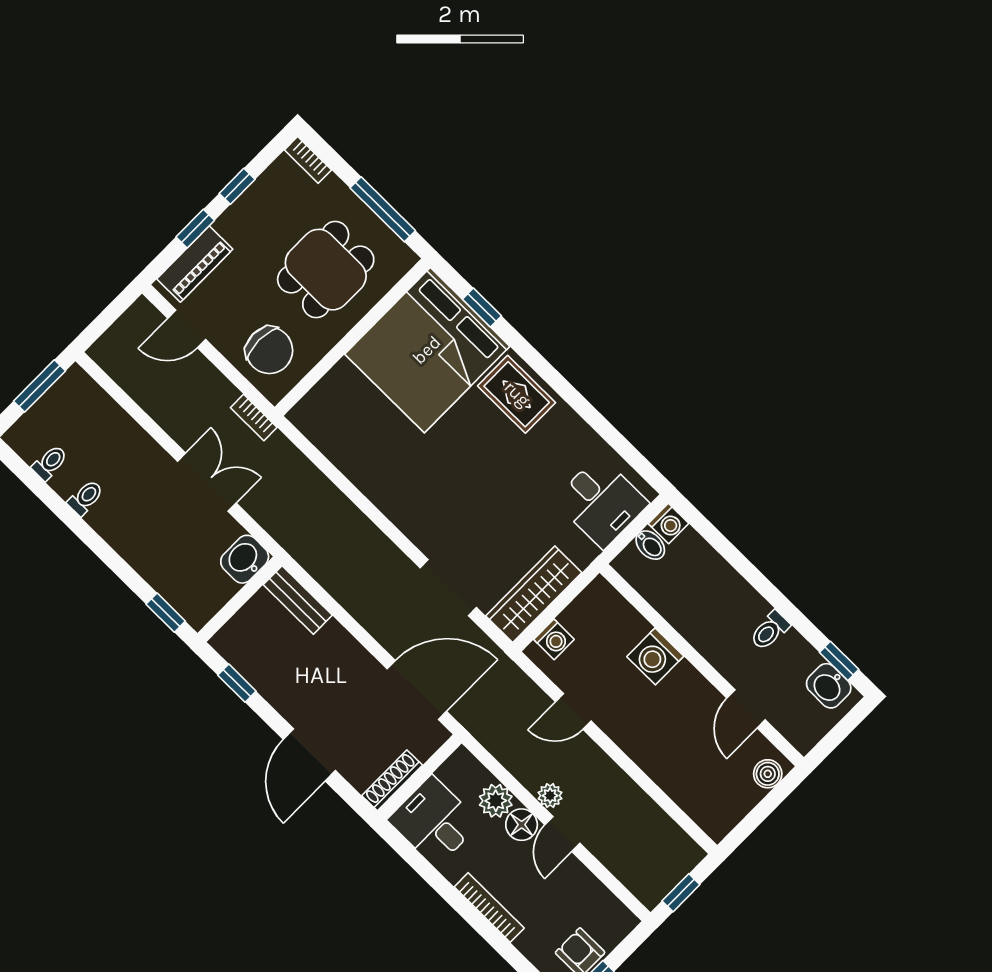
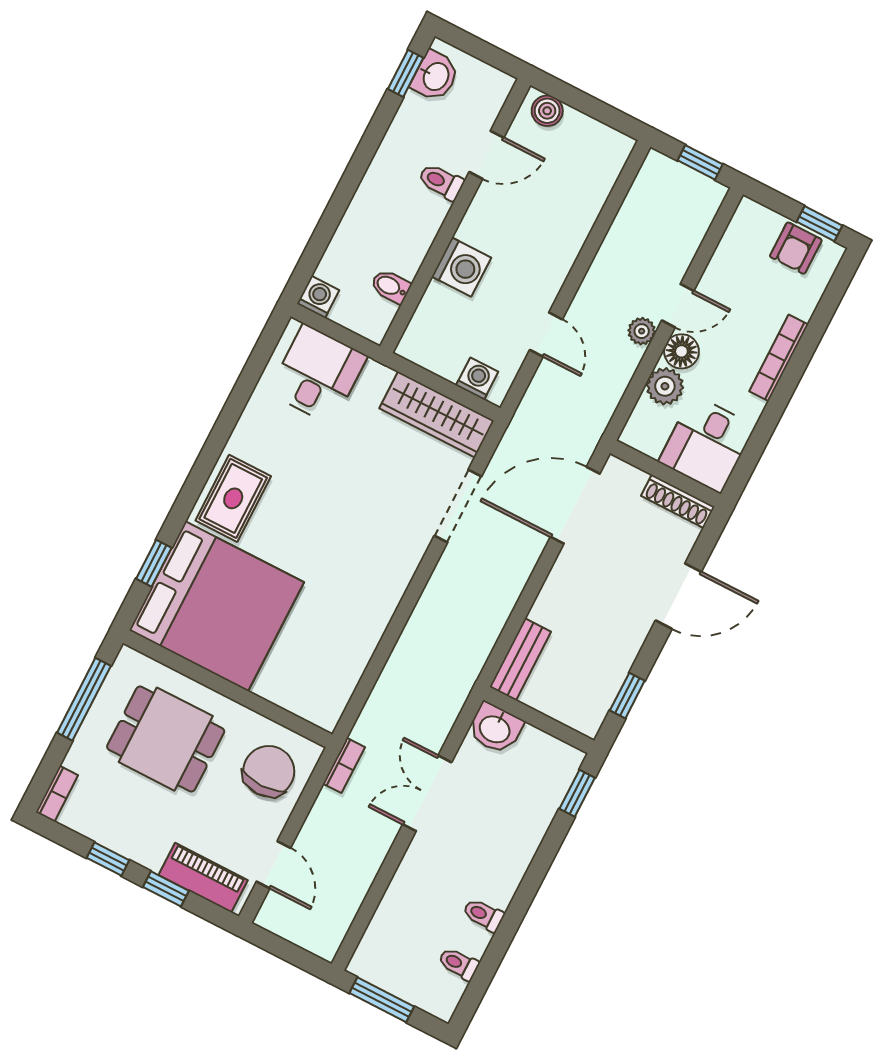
bidet: (650, 545) -> (391, 286), moved, turned -90
toilet: (770, 631) -> (441, 182), moved, turned 180
door: (417, 690) -> (575, 505), hinge flipped

